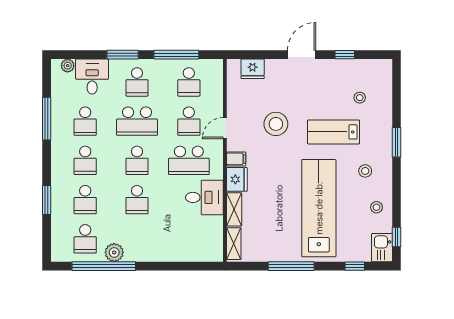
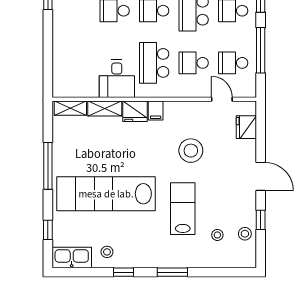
door: (225, 128) -> (222, 99), moved
stool: (365, 171) -> (245, 234), moved
lab bench: (319, 208) -> (106, 194), turned 180
window: (397, 237) -> (123, 272), moved
kitchen sink: (382, 248) -> (72, 257), width x1.38

